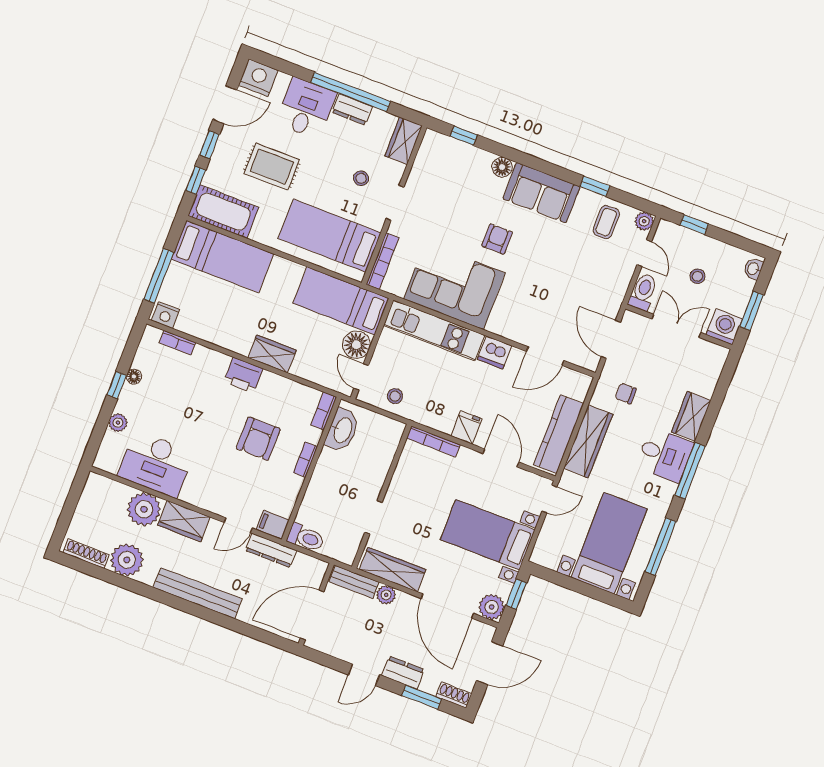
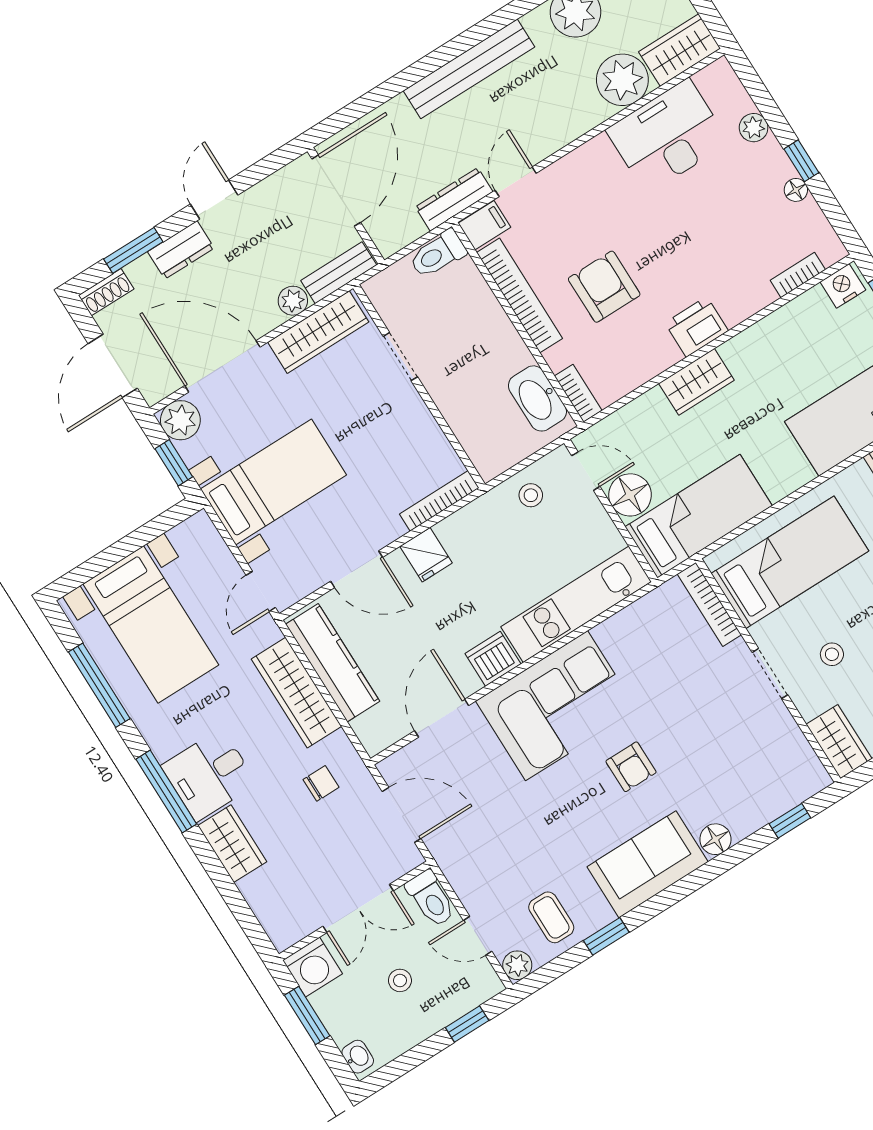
corner sofa: (454, 286) -> (557, 706), moved
bookcase: (305, 460) -> (520, 295), width x2.31, depth x1.31
wardrobe: (184, 521) -> (680, 50), moved

